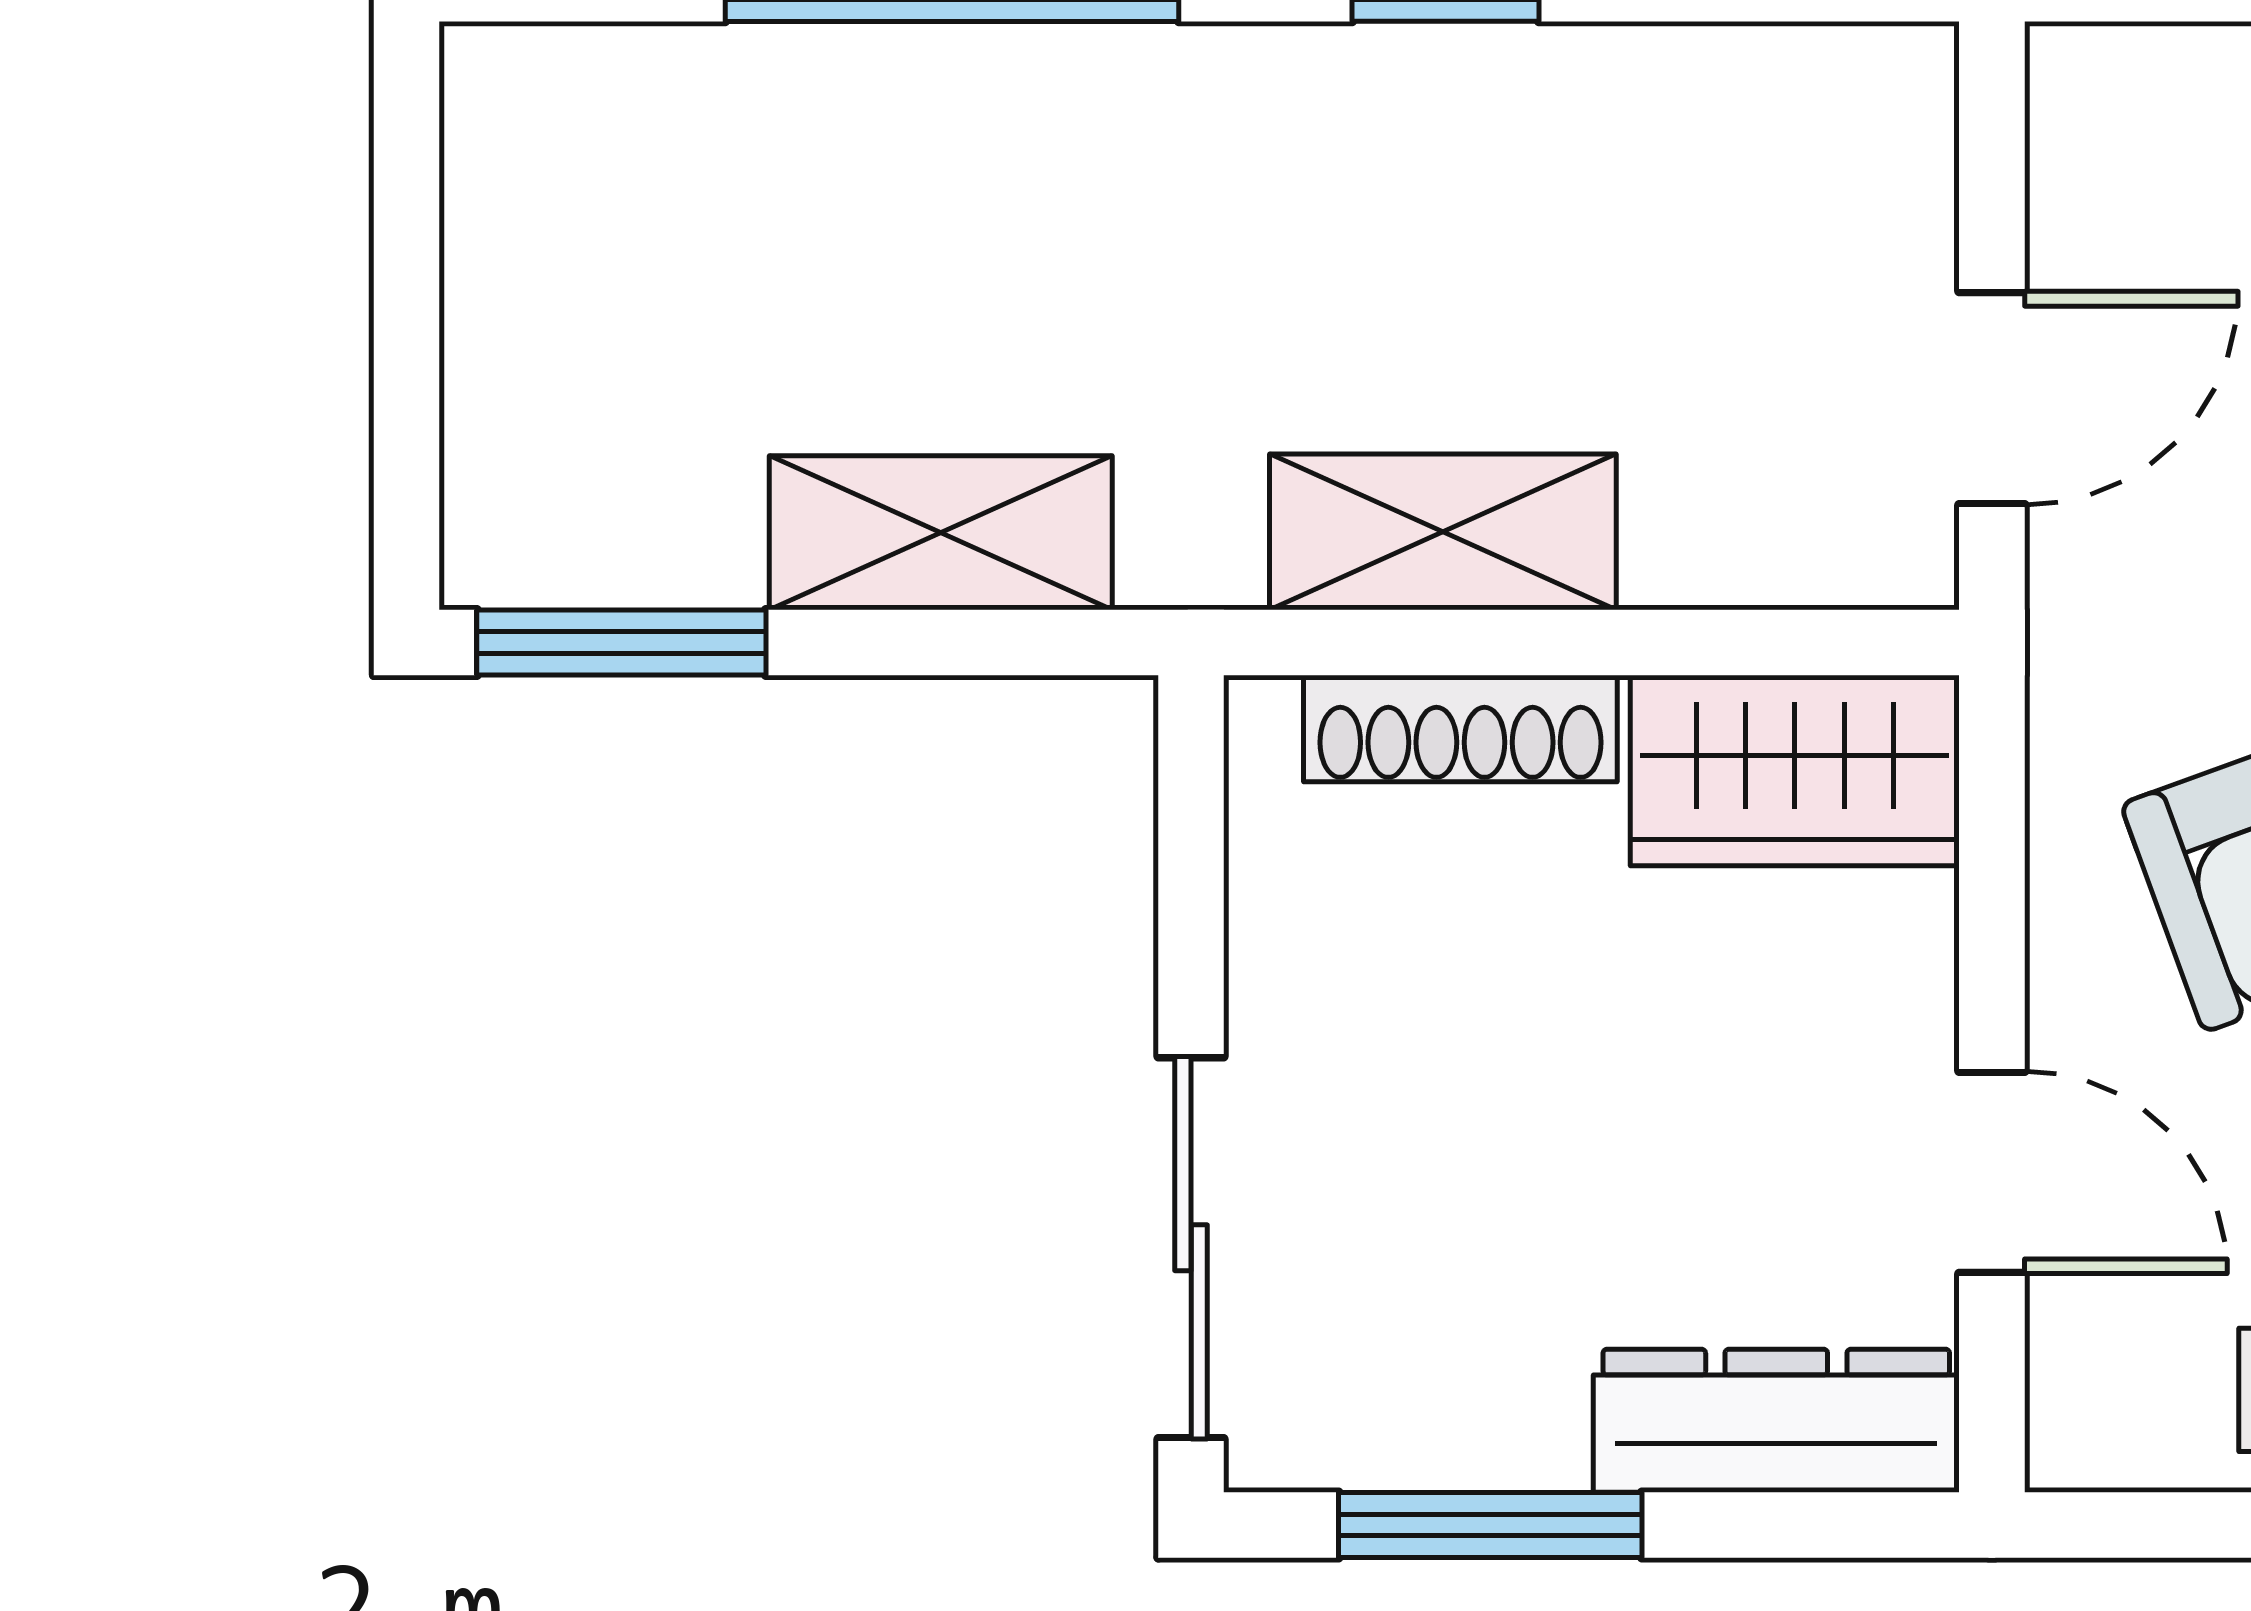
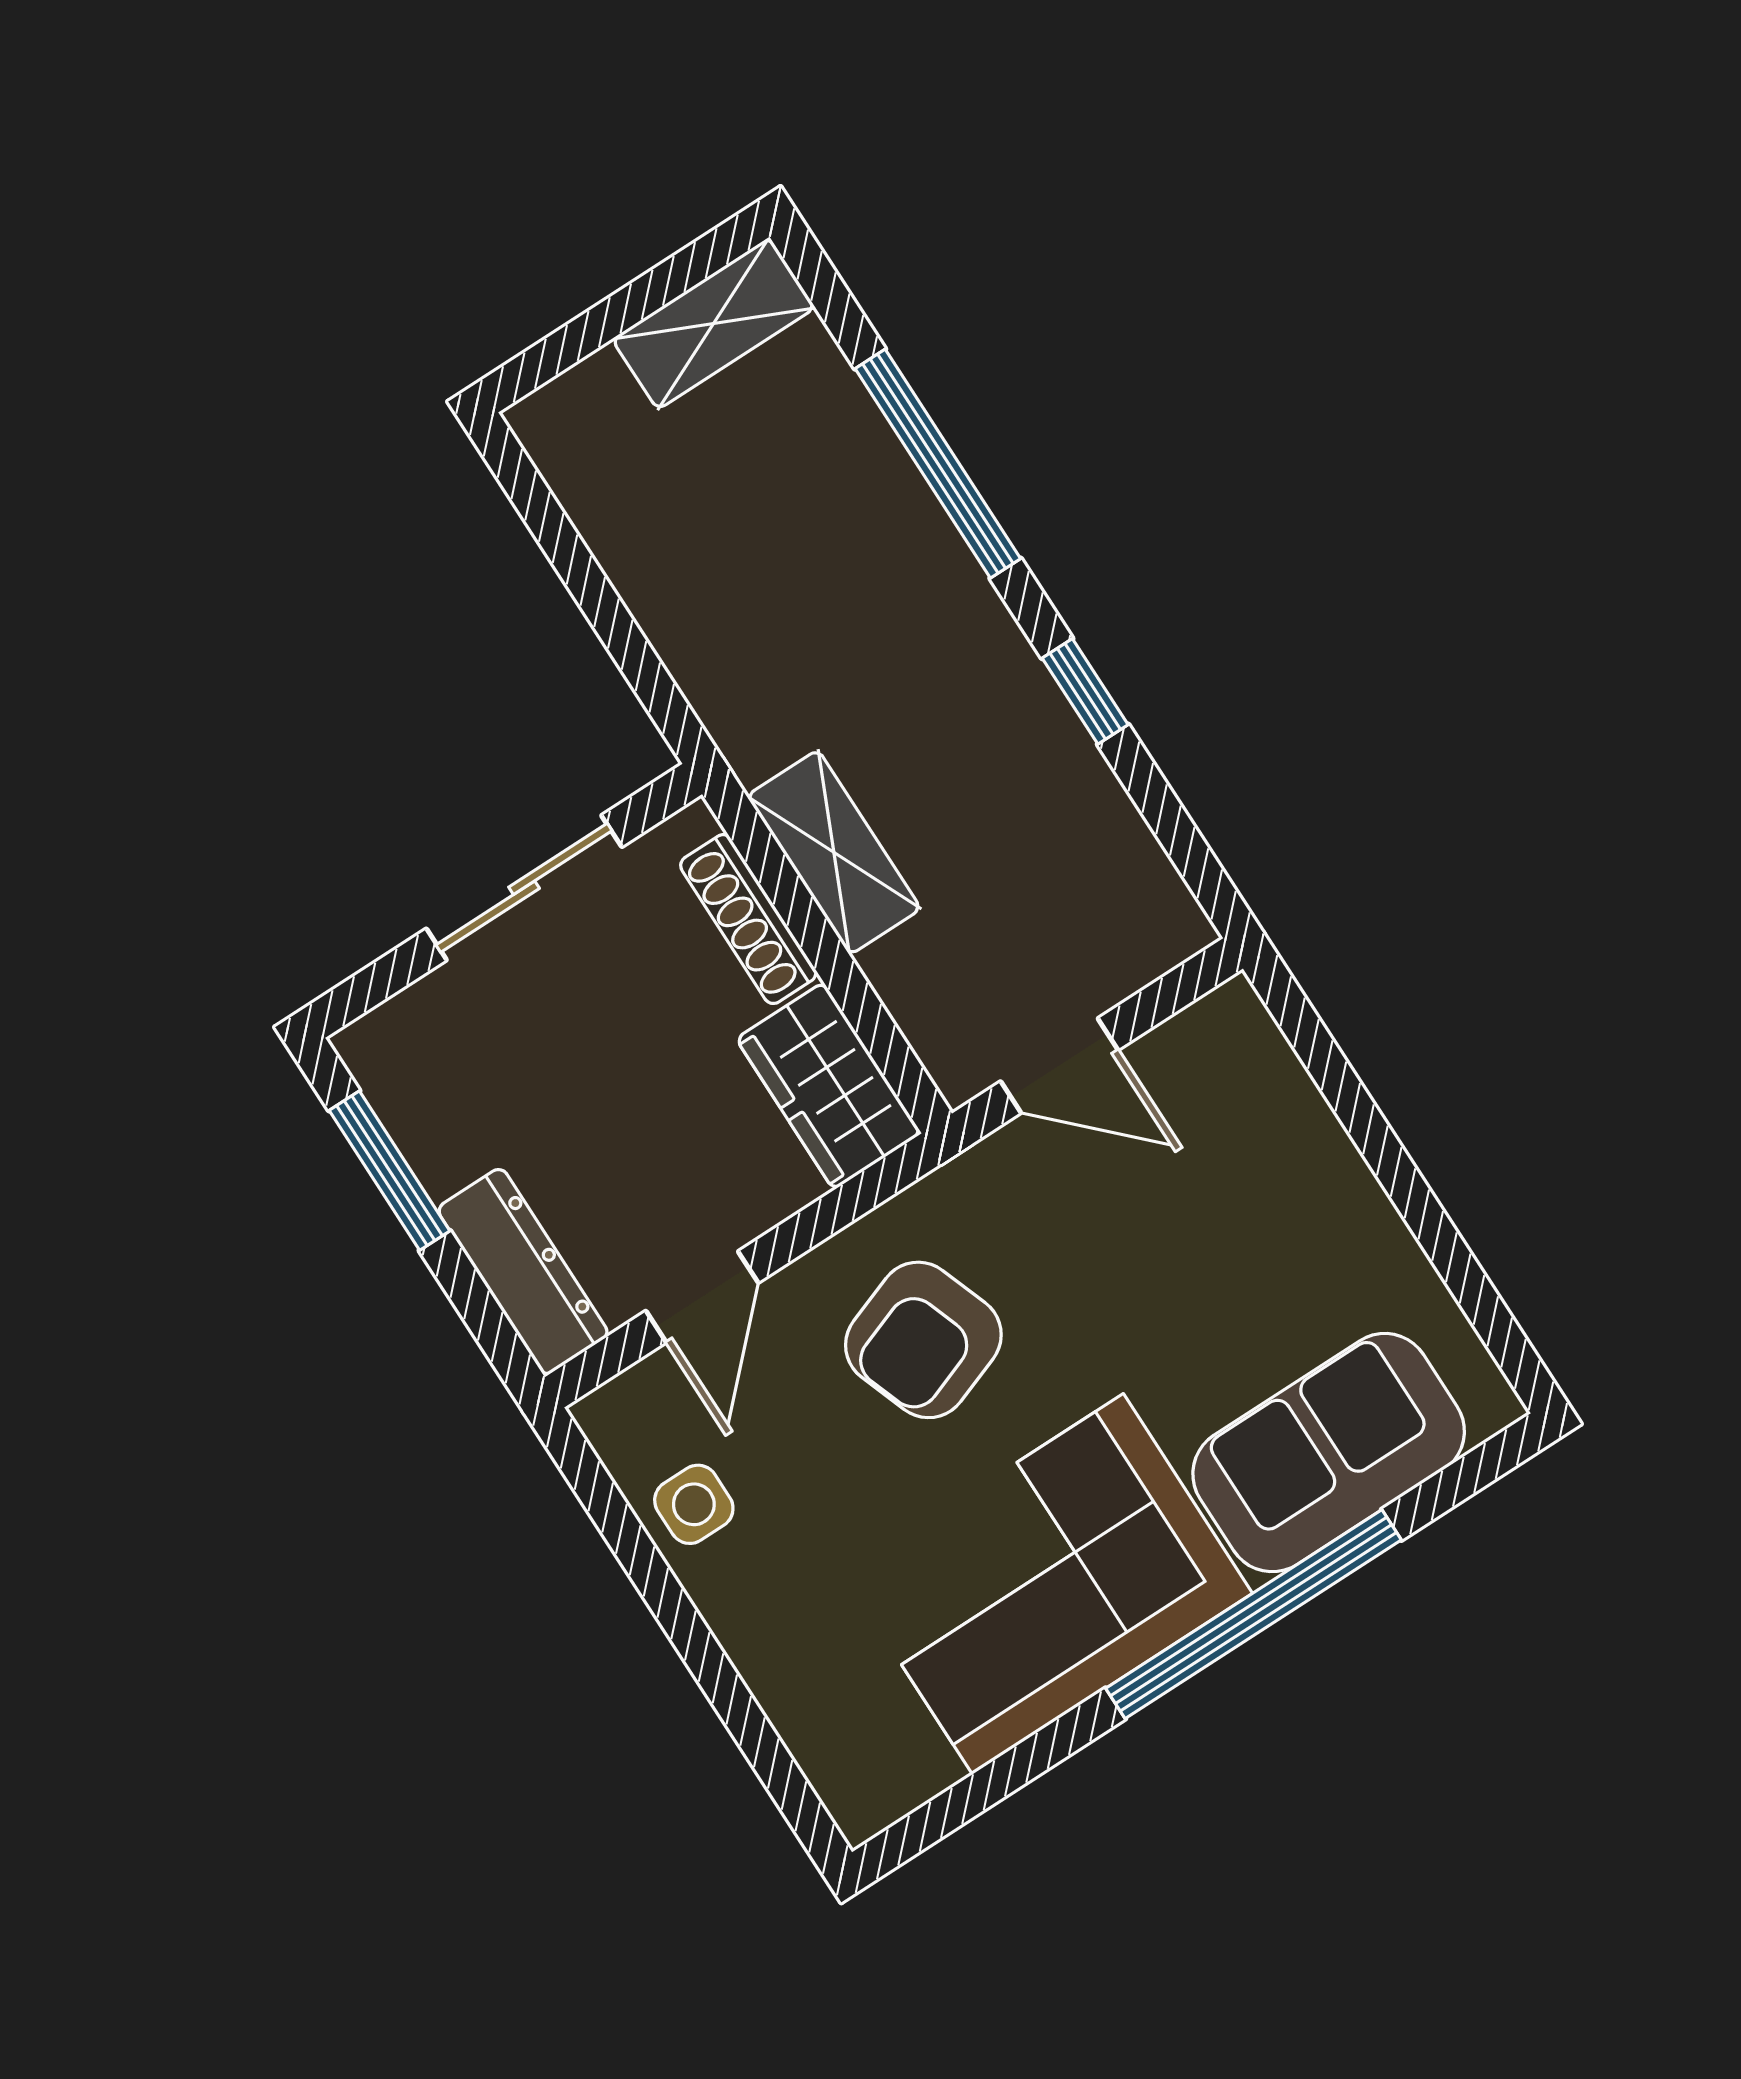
shelving: (941, 533) -> (714, 323), moved, turned 90
window: (621, 642) -> (537, 506), removed
sliding door: (1191, 1248) -> (524, 888), moved

